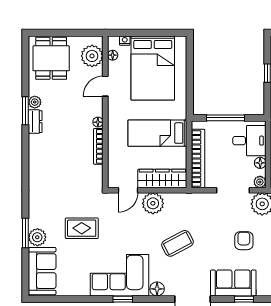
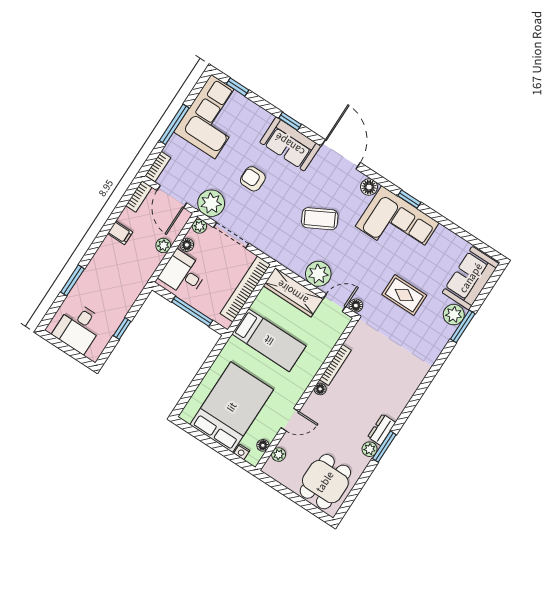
plant: (92, 56) -> (279, 455), width x0.53, depth x0.53
floor lamp: (111, 198) -> (356, 306), added
armchair: (244, 241) -> (253, 179), turned 90

